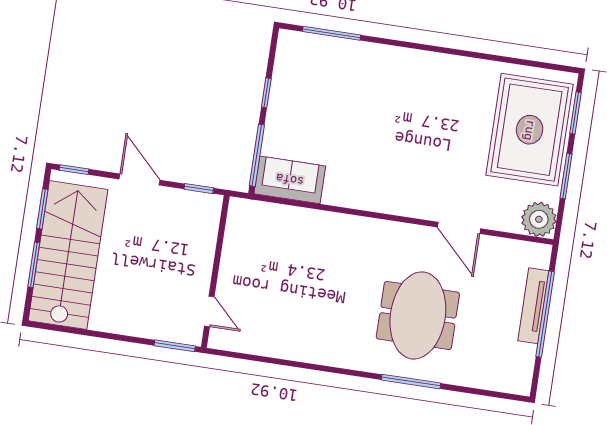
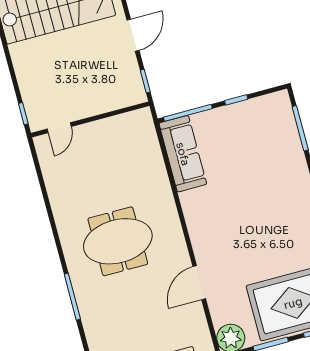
sofa: (290, 180) -> (183, 154), width x1.36
meeting table: (418, 315) -> (118, 241), moved
window: (175, 346) -> (23, 114), width x0.67

